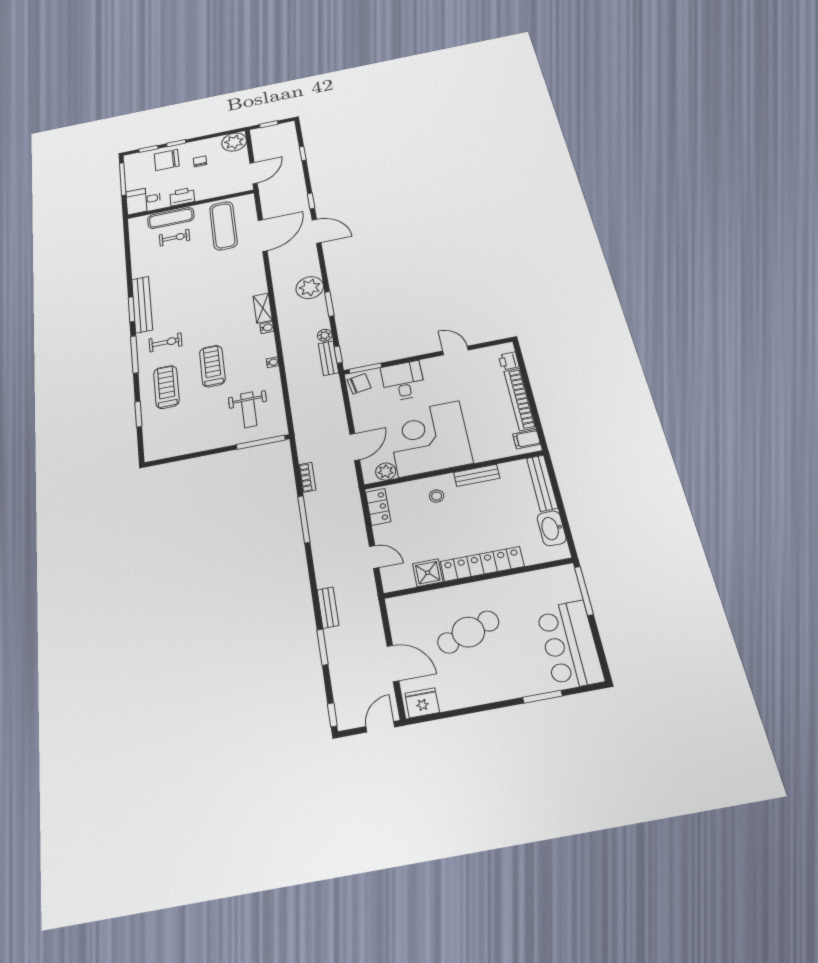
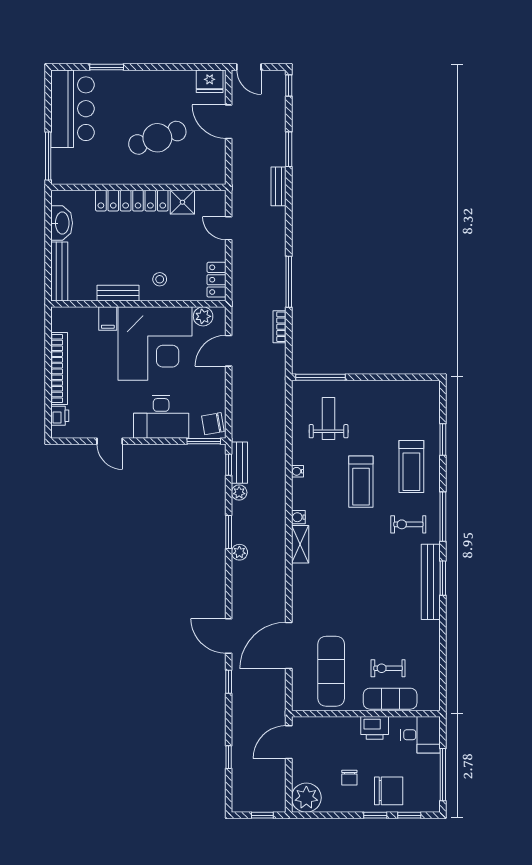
plant: (310, 288) -> (239, 552), width x0.53, depth x0.53
desk: (403, 381) -> (161, 417), width x1.37
filing cabinet: (527, 439) -> (108, 318), moved, turned 90
door: (380, 727) -> (249, 67), hinge flipped

